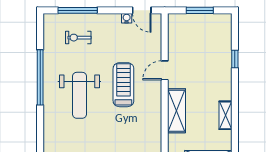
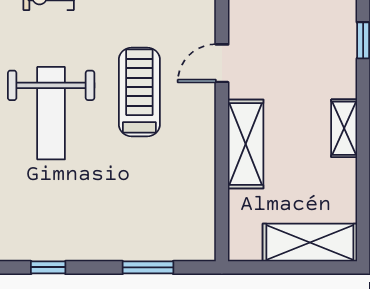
shelving: (225, 115) -> (344, 128), moved

